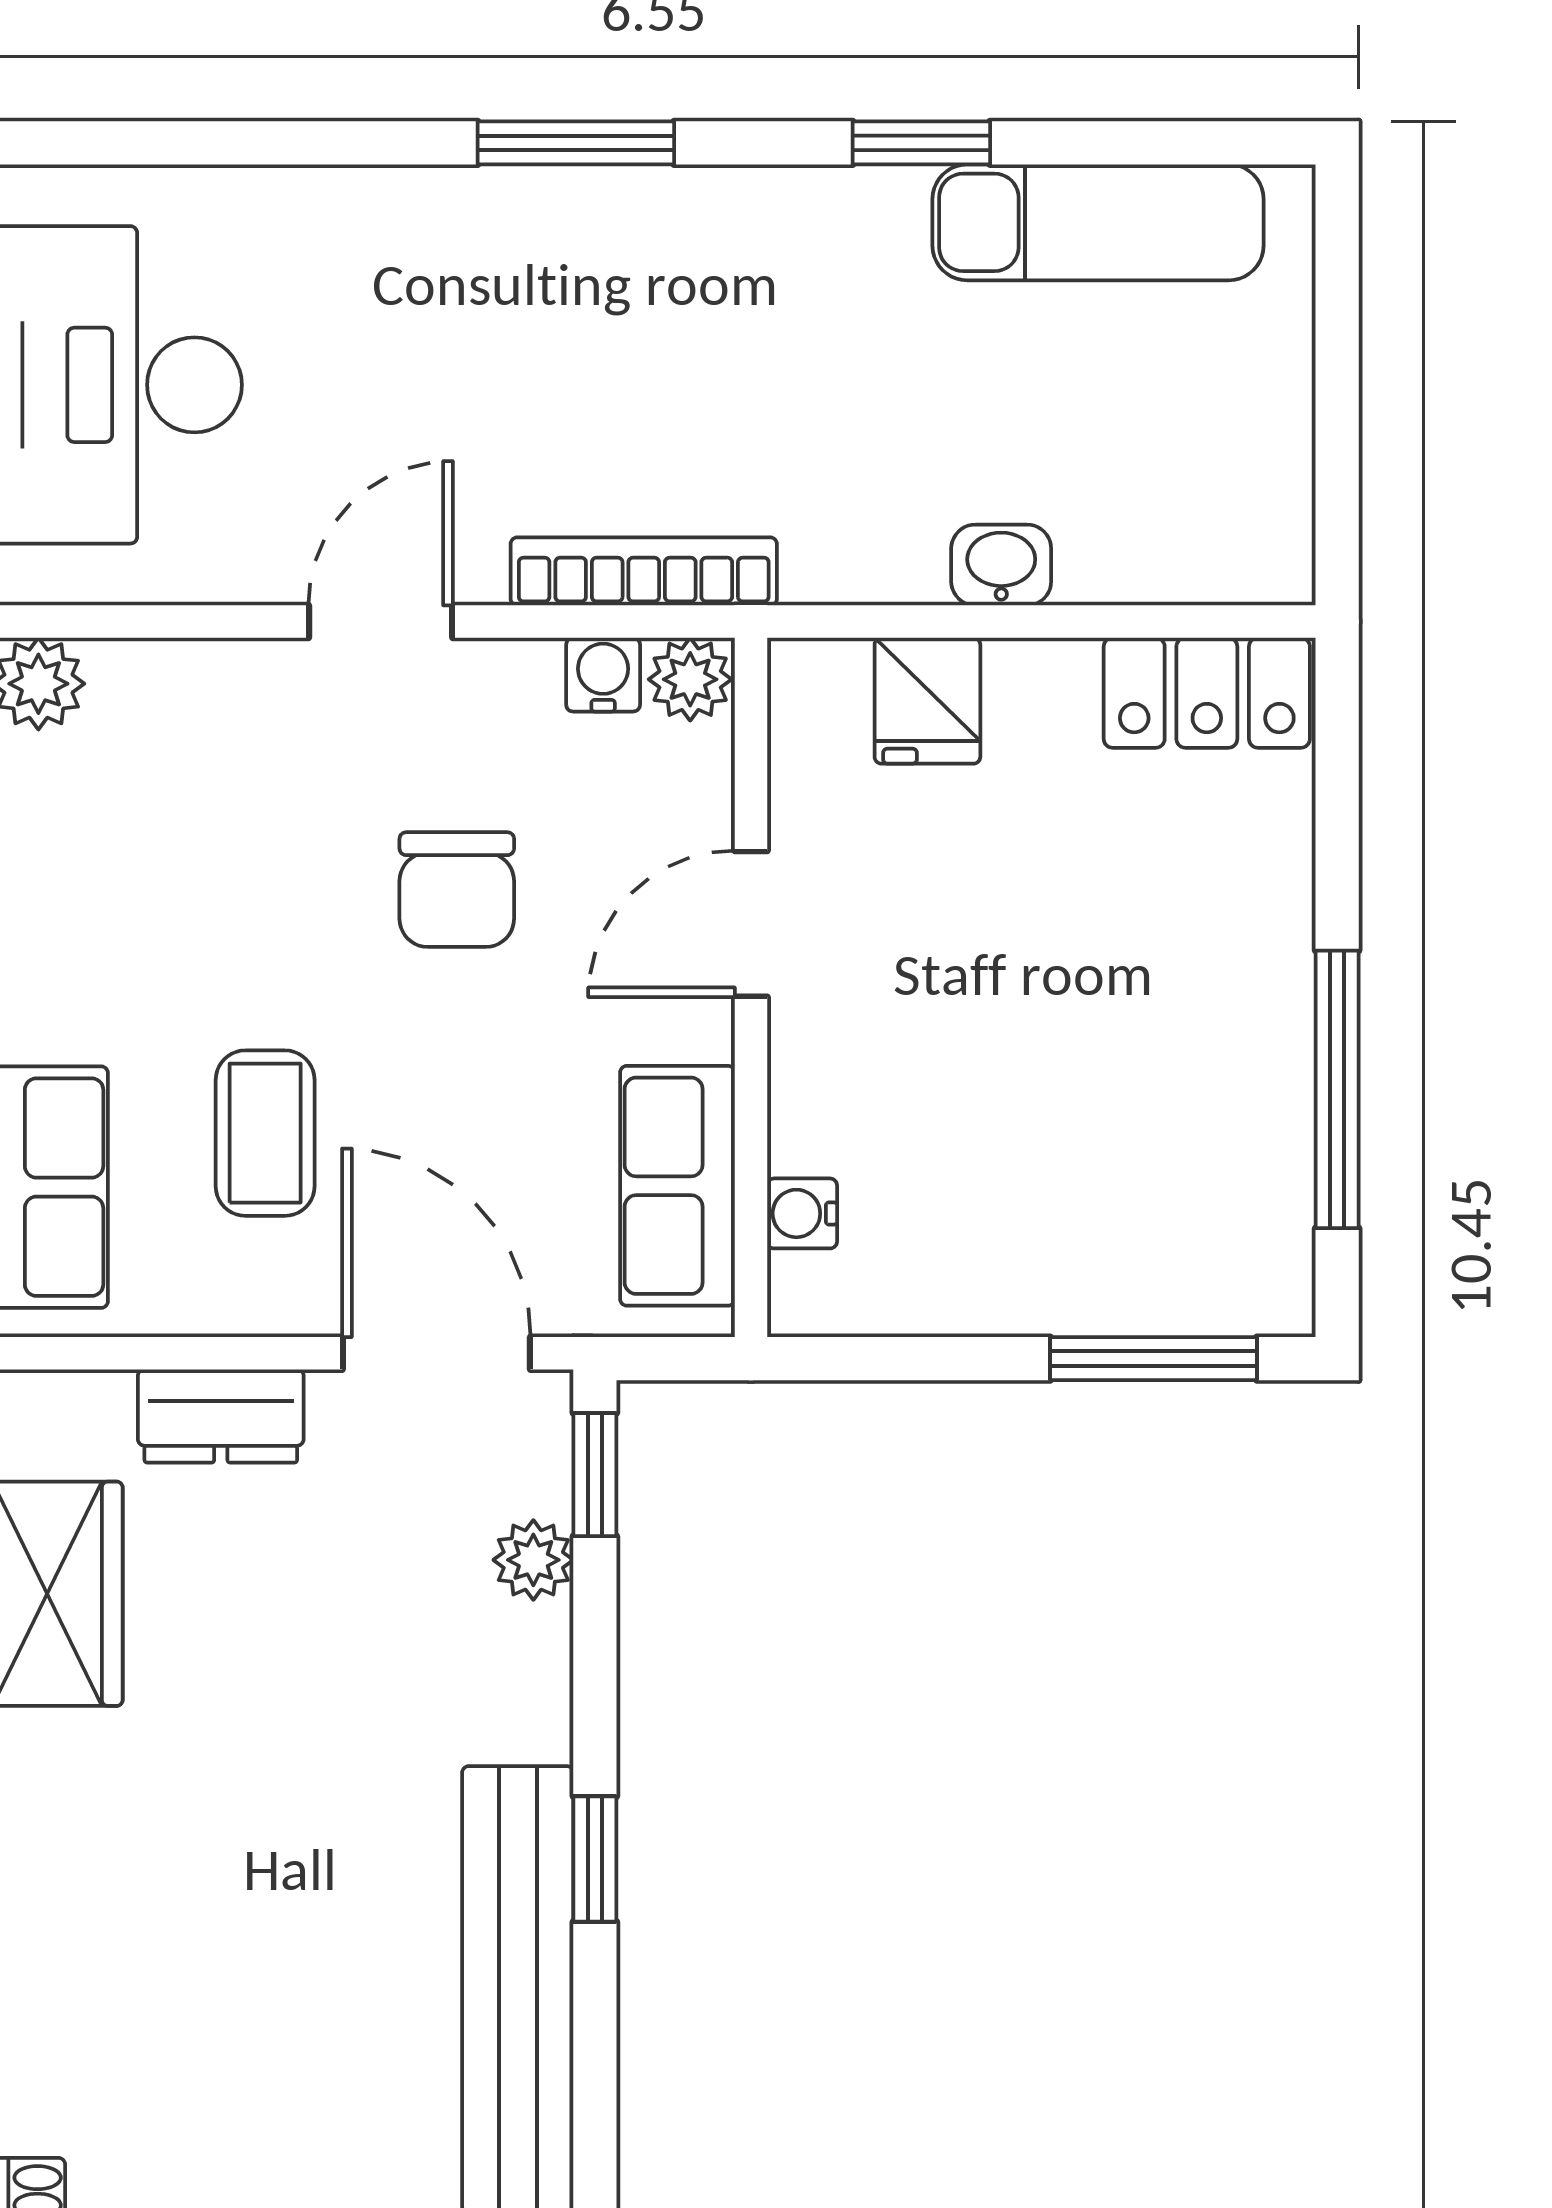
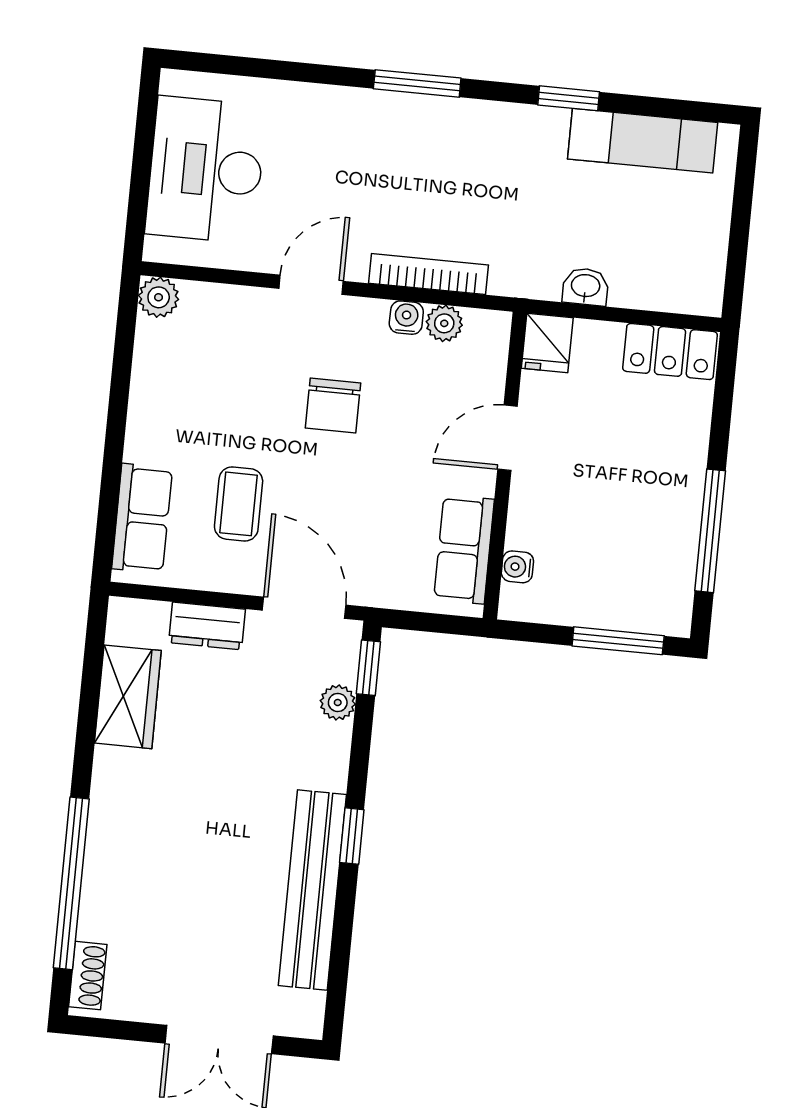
door: (751, 924) -> (507, 438), moved
wall: (751, 987) -> (505, 466), moved
row of seats: (677, 1186) -> (464, 549), moved
water cooler: (802, 1213) -> (517, 567), moved

